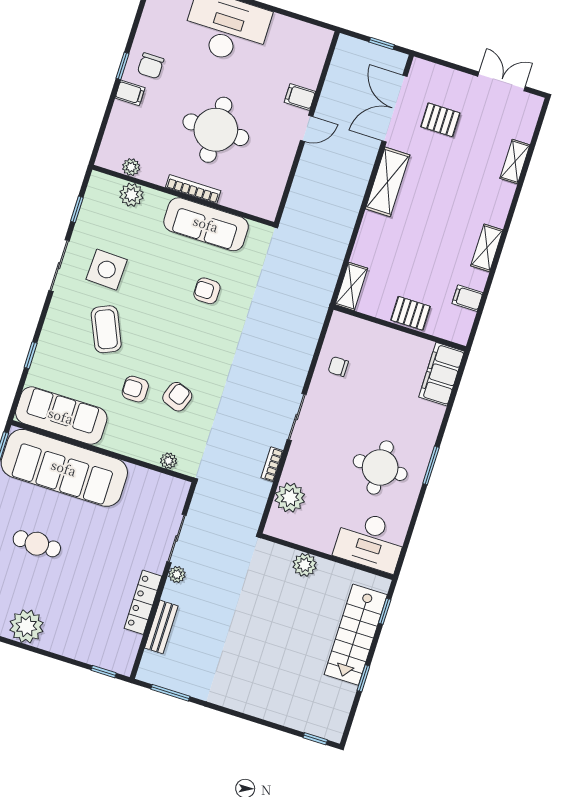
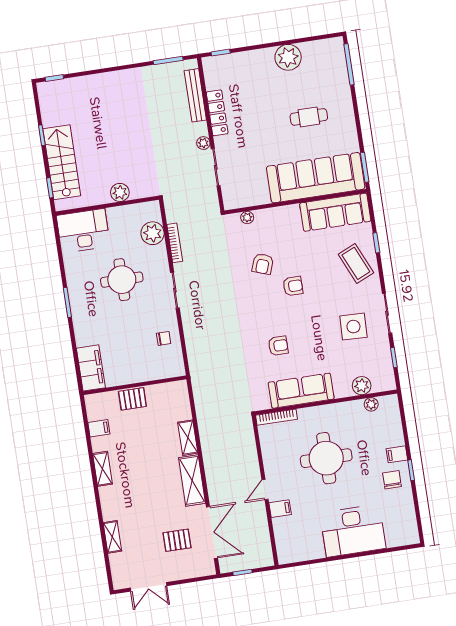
bookcase: (193, 189) -> (277, 417), moved
shelving: (351, 286) -> (188, 438), moved
coffee table: (106, 329) -> (356, 263), moved
armchair: (135, 389) -> (293, 286), moved
bookcase: (272, 464) -> (175, 243), width x1.56
round table: (380, 468) -> (122, 280), moved
bench: (161, 627) -> (195, 95), width x1.36

